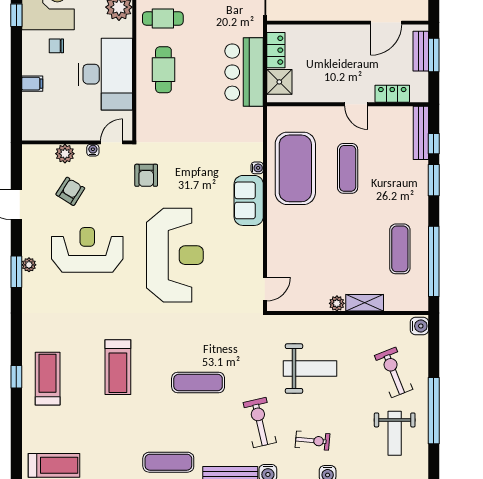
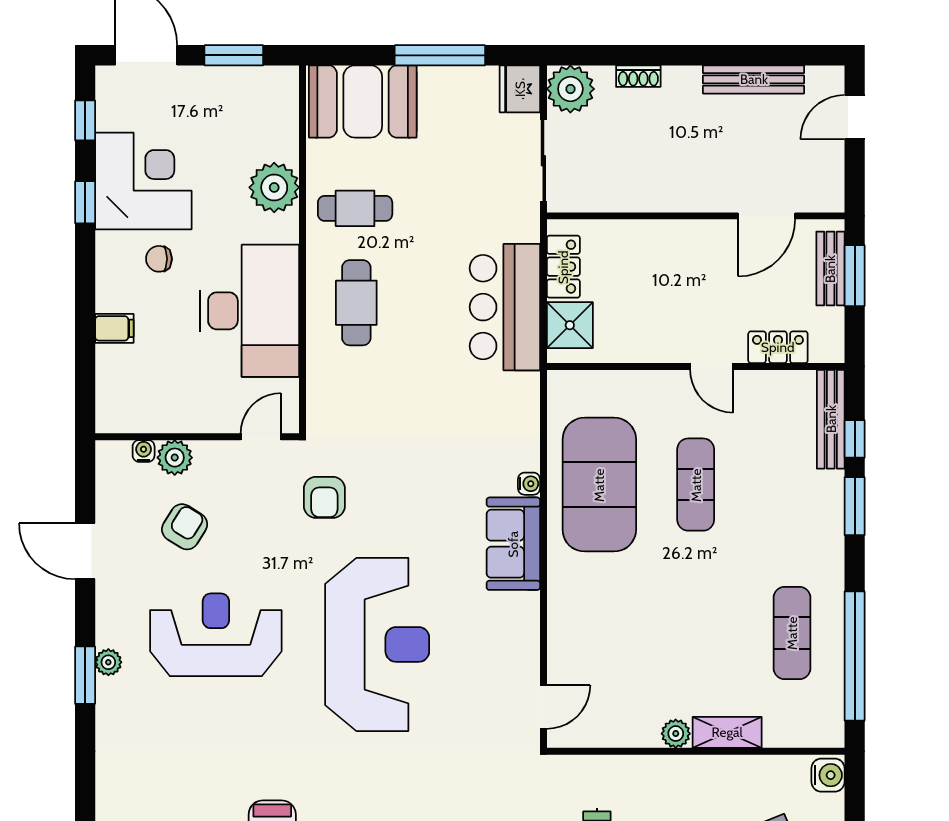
water cooler: (93, 150) -> (144, 451), moved

